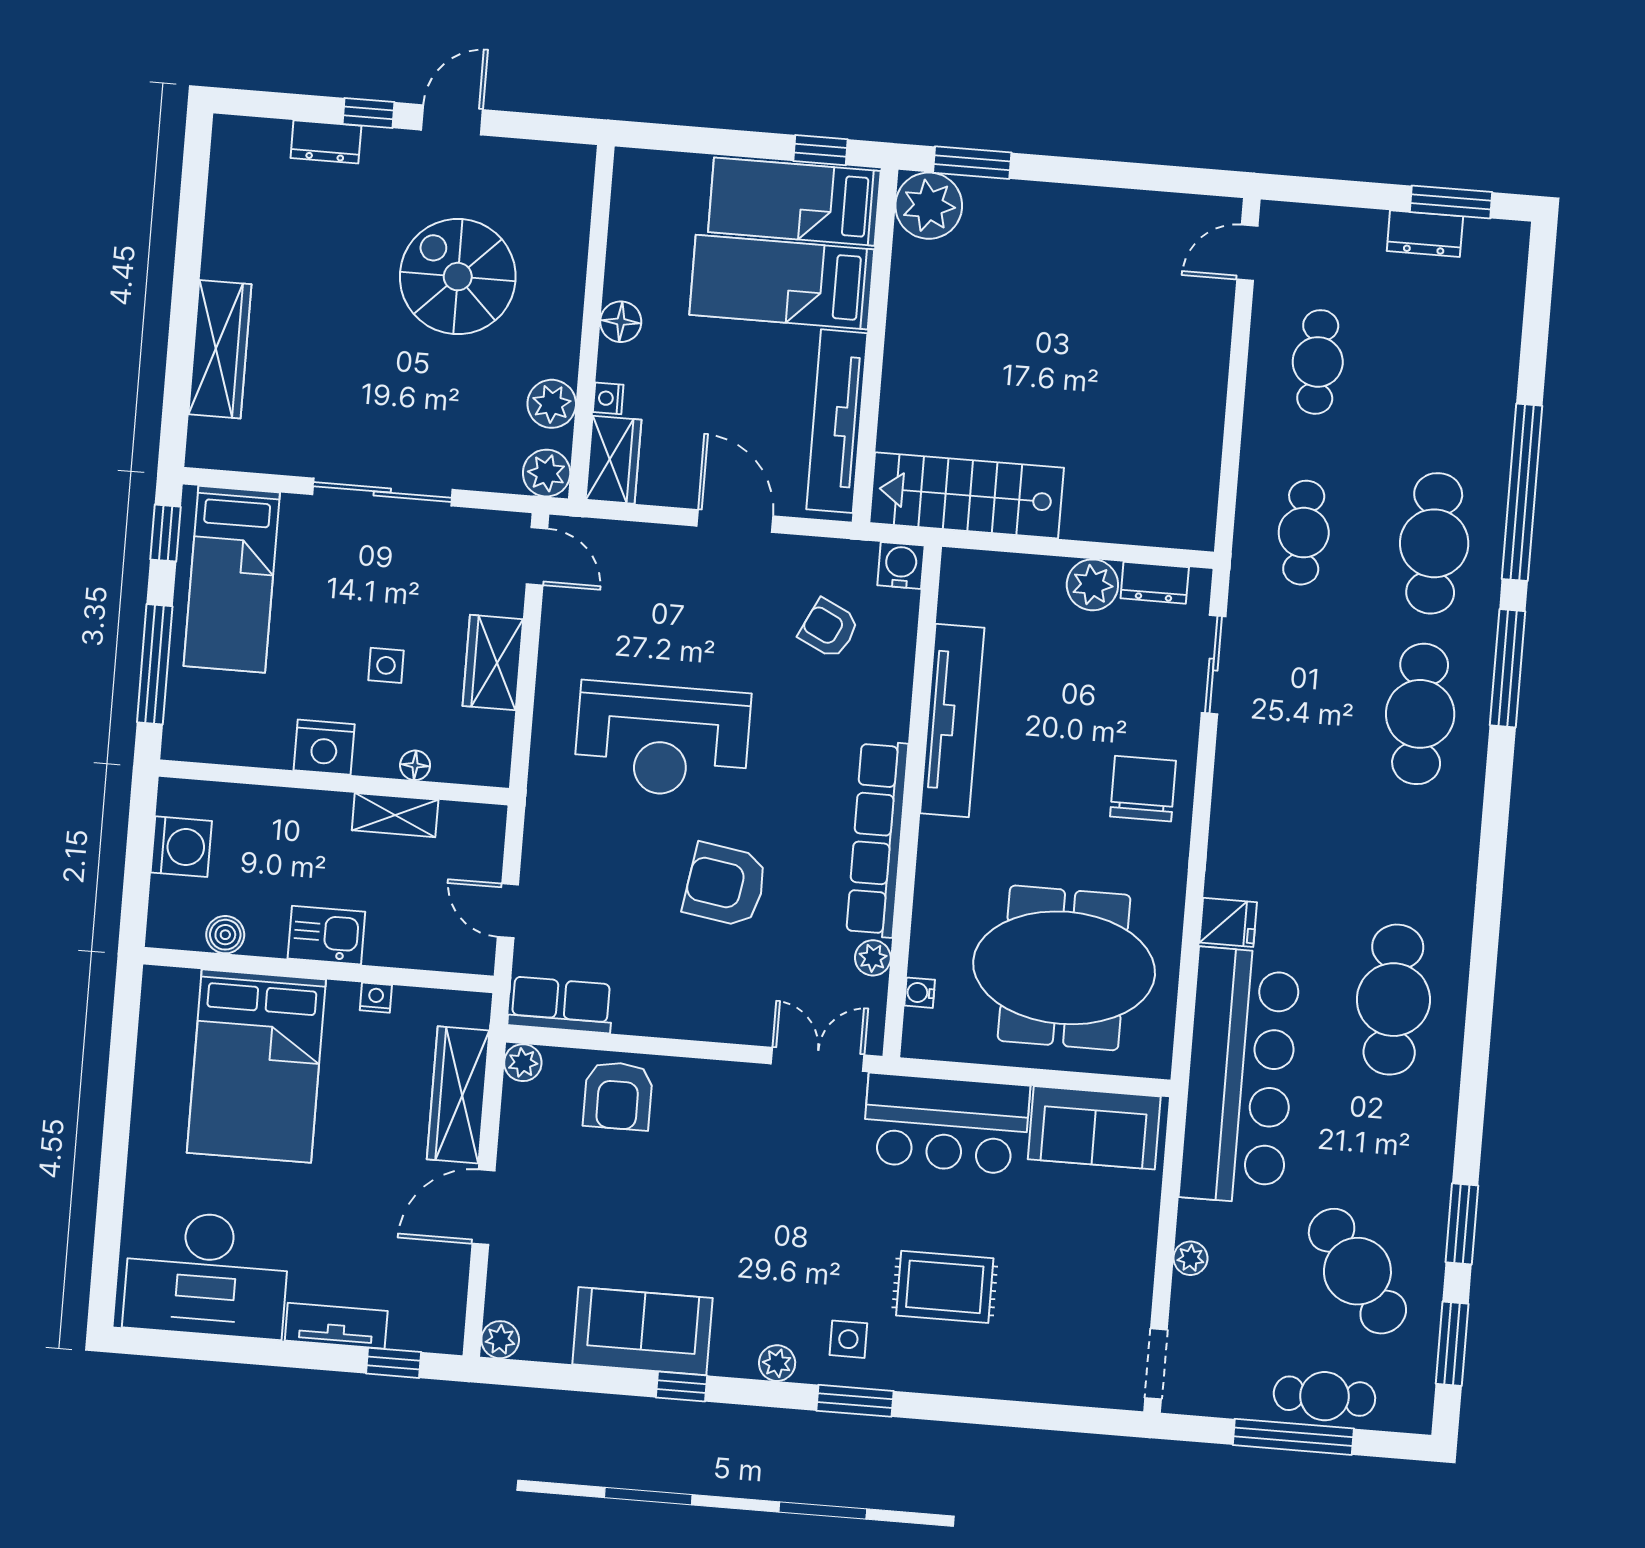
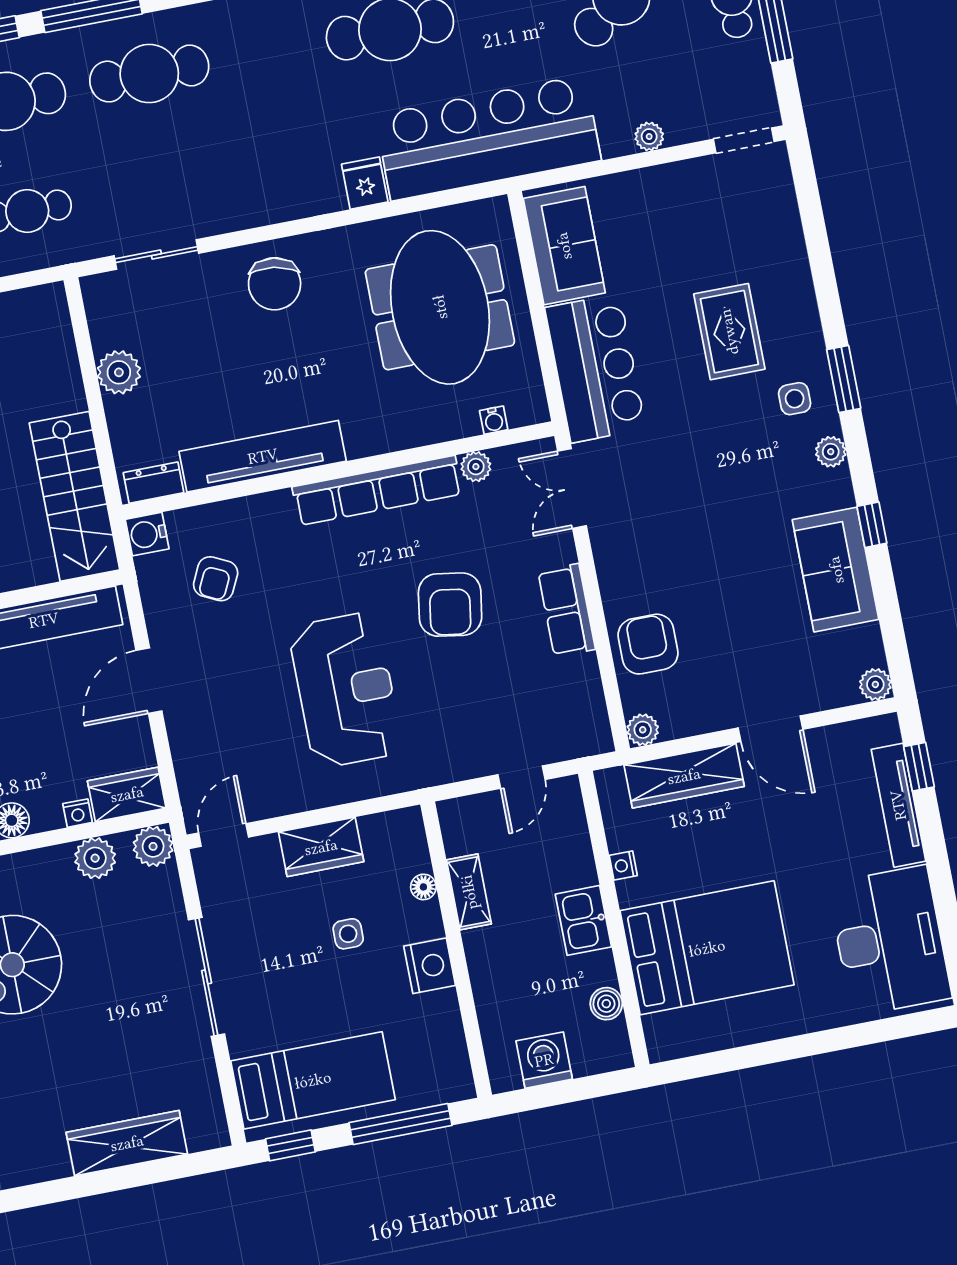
dresser: (1155, 583) -> (154, 483), moved, turned -90
chair: (1143, 789) -> (275, 284), turned -81
row of seats: (561, 1005) -> (567, 610), moved
armchair: (618, 1096) -> (648, 644), turned -90
tv unit: (336, 1326) -> (898, 805), width x1.41

